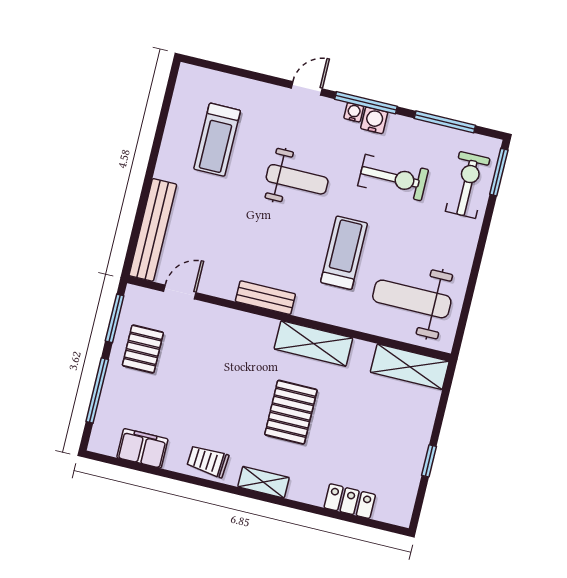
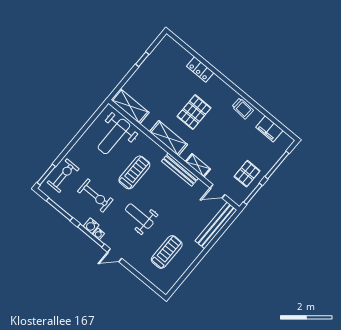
exercise bike: (393, 178) -> (95, 196), turned 180
exercise bike: (468, 185) -> (63, 176), turned 180
treadmill: (344, 253) -> (134, 172), turned 180
bench: (265, 298) -> (180, 170), width x1.36
weight bench: (412, 299) -> (114, 136), turned 90
shelving: (264, 482) -> (198, 165), moved
locker: (350, 501) -> (200, 69), moved

